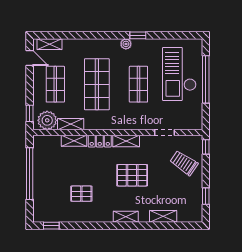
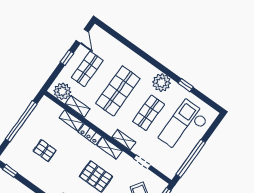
window: (138, 35) -> (186, 85), moved
shelving: (49, 44) -> (124, 140), moved
plant: (126, 44) -> (161, 83), width x1.88, depth x1.88
window: (206, 79) -> (191, 158), moved
window: (30, 113) -> (67, 58), moved
pallet: (81, 194) -> (45, 151), moved

